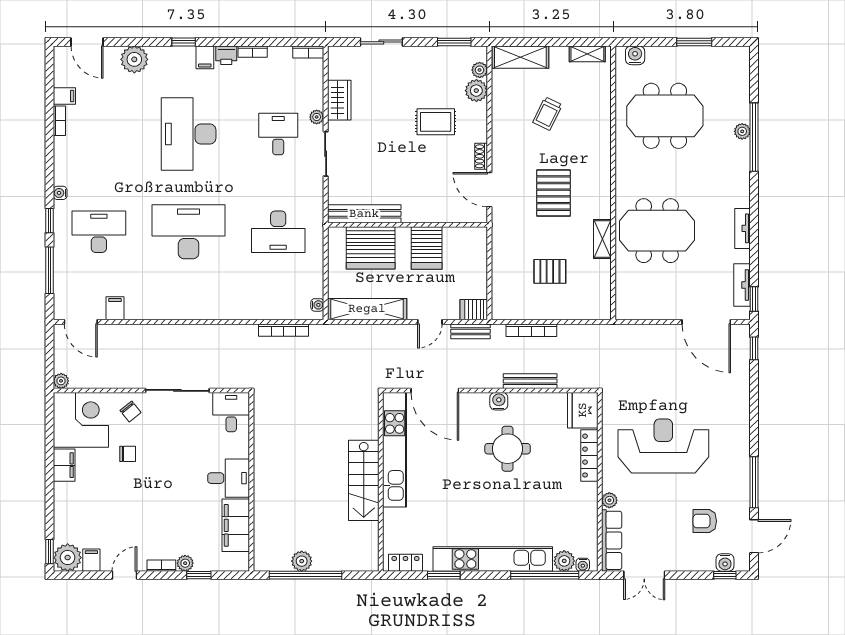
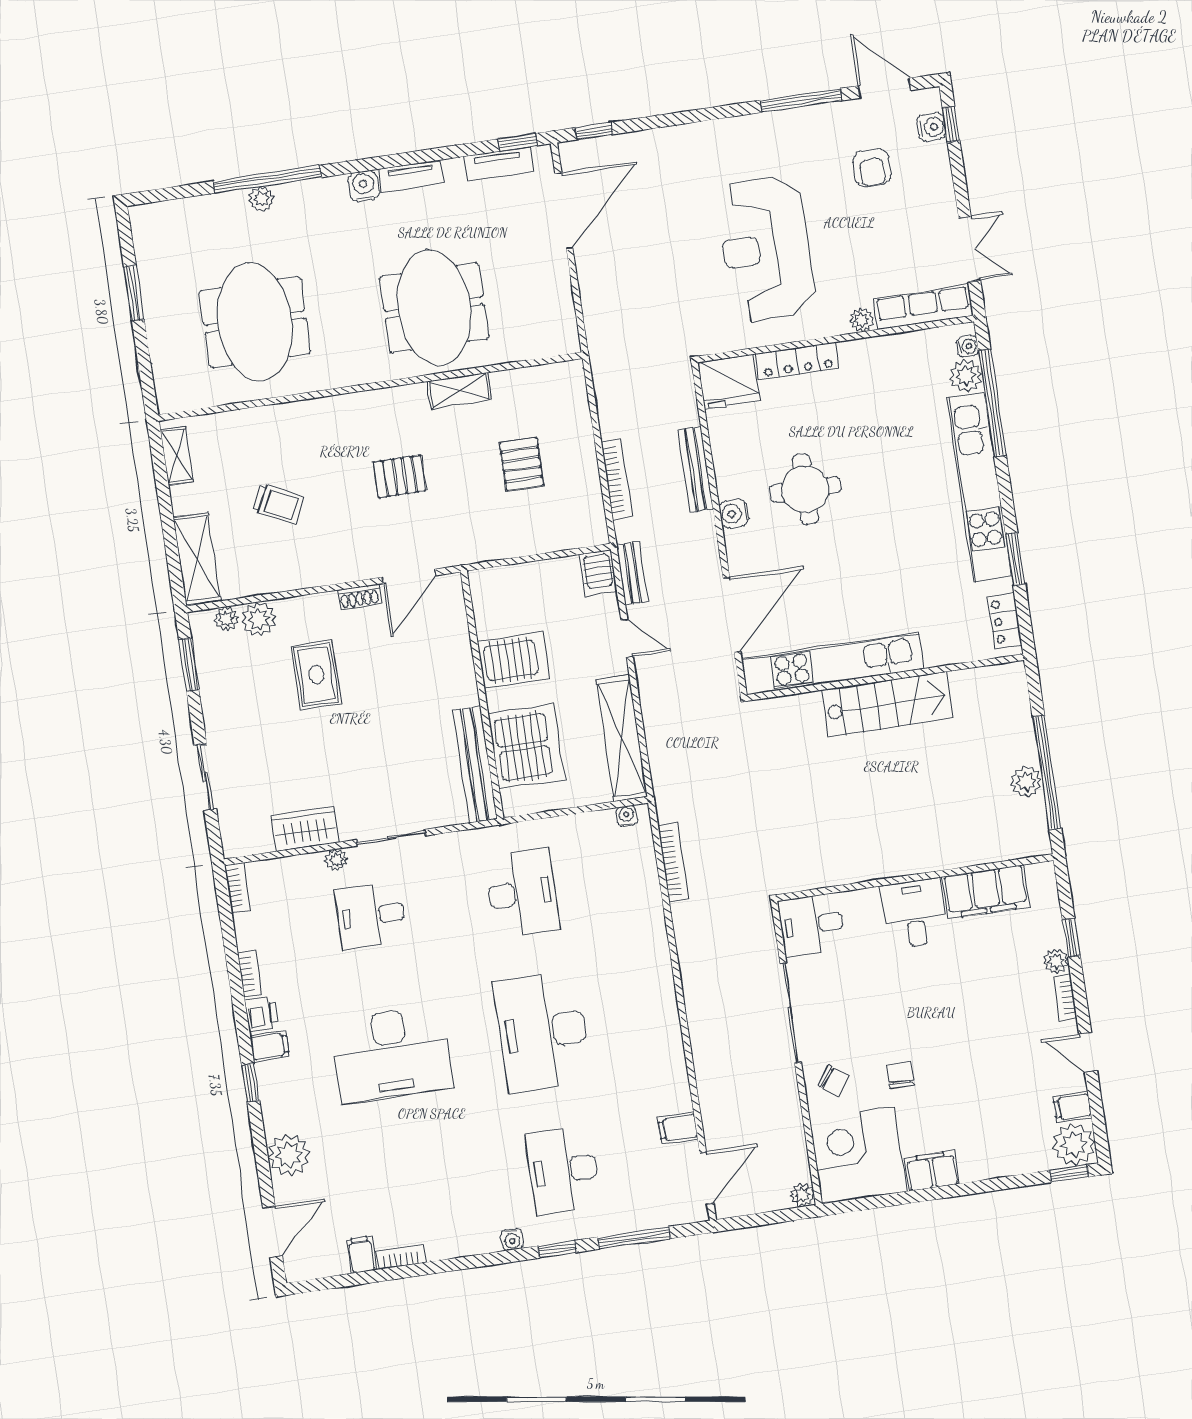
water cooler: (635, 55) -> (363, 186), moved, turned 90
pallet: (553, 193) -> (400, 476), width x0.67, depth x0.71
chair: (130, 411) -> (834, 1081), turned 75

